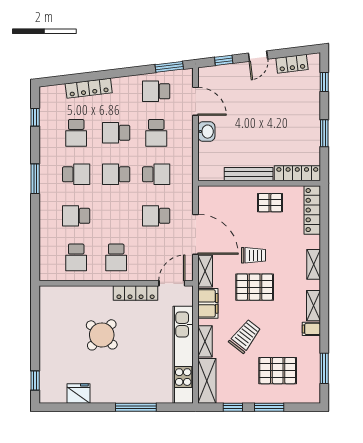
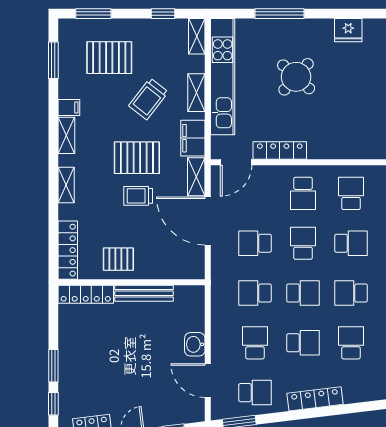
locker: (89, 88) -> (315, 399), moved
window: (324, 133) -> (53, 366), moved
school desk: (116, 216) -> (303, 243), added
school desk: (156, 216) -> (255, 243), turned 180
school desk: (116, 257) -> (303, 193), turned 180
round table: (102, 335) -> (296, 77), moved
shelving: (207, 381) -> (197, 36), width x0.67, depth x0.75
window: (269, 407) -> (93, 14), moved

